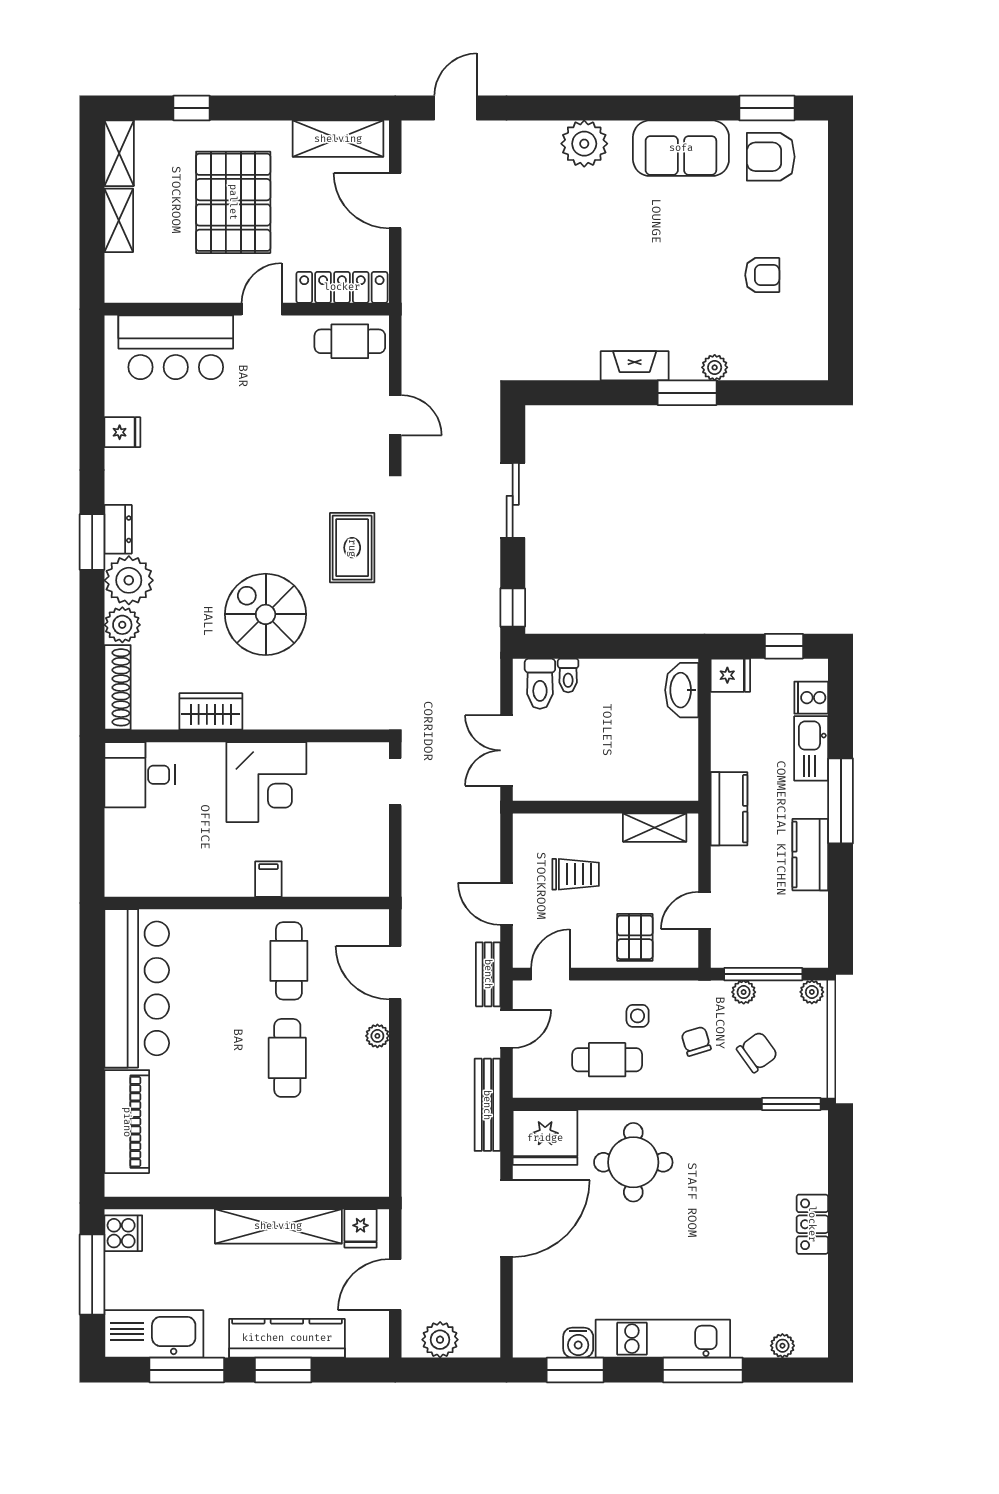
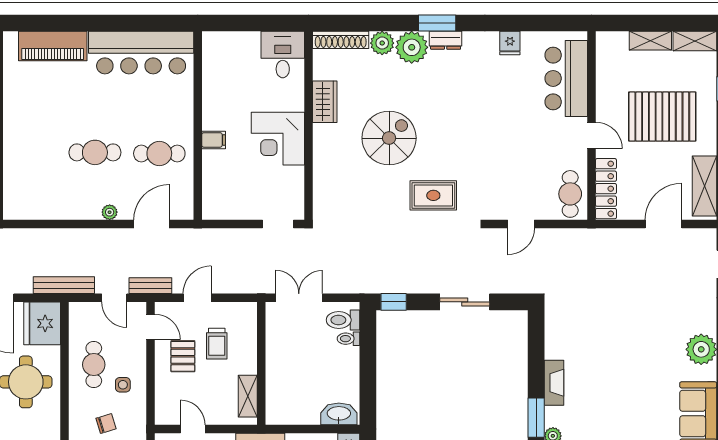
pallet: (635, 937) -> (183, 356), moved, turned 90

